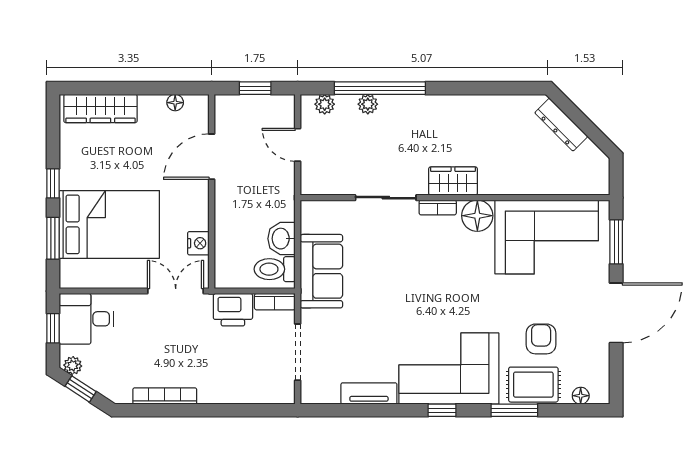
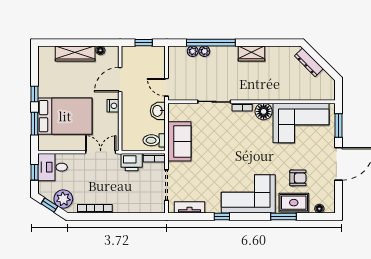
plant: (325, 104) -> (193, 51), moved
wardrobe: (100, 108) -> (75, 54), moved
door: (298, 145) -> (167, 87), moved
wardrobe: (453, 181) -> (251, 54), moved, turned 180
washbasin: (281, 239) -> (158, 111), moved
nightstand: (198, 243) -> (113, 106), moved
armchair: (541, 339) -> (298, 178), turned 90
plant: (73, 366) -> (63, 199), moved, width x1.87, depth x1.87
tv unit: (369, 393) -> (190, 207), moved
window: (442, 410) -> (222, 217), moved

